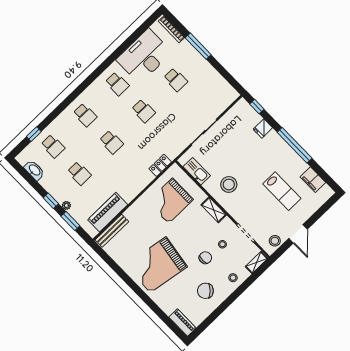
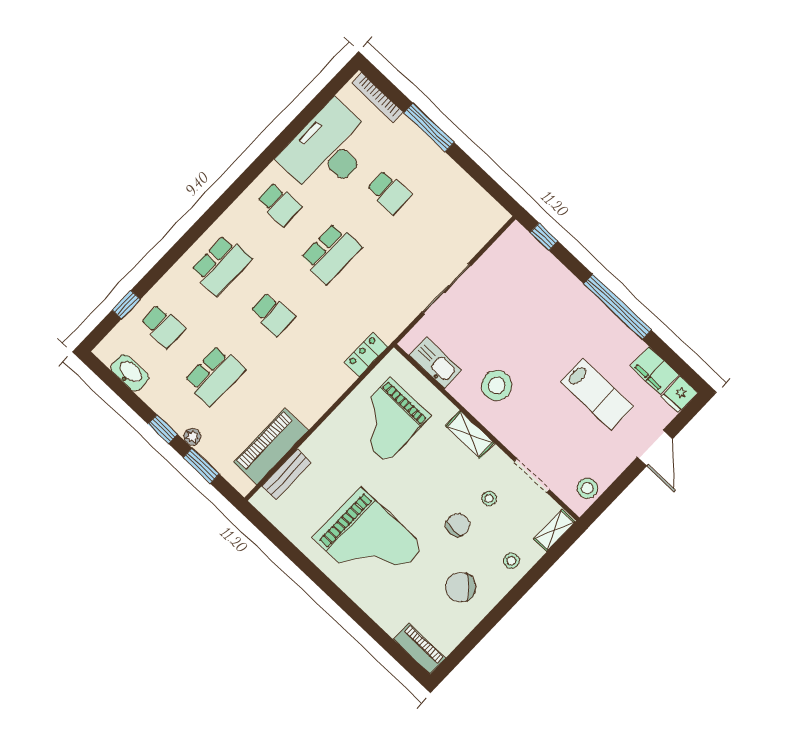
school desk: (143, 111) -> (331, 253), width x1.85
school desk: (85, 115) -> (221, 265), width x1.85
fridge: (263, 128) -> (679, 394), moved
school desk: (79, 173) -> (214, 375), width x1.85
bench: (112, 231) -> (286, 474), width x0.73
door: (298, 234) -> (655, 448), moved
grand piano: (158, 265) -> (369, 542), turned -99

